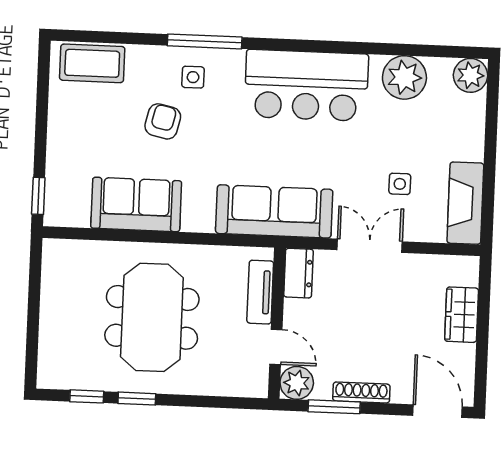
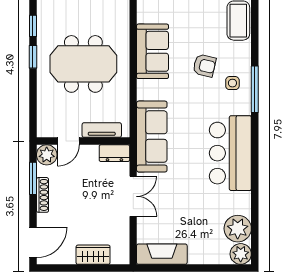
plant: (404, 77) -> (238, 229), moved
side table: (400, 184) -> (172, 213), removed

